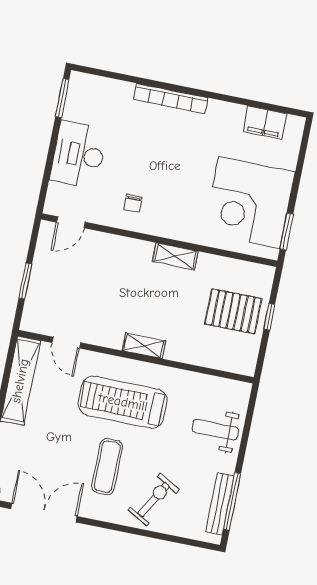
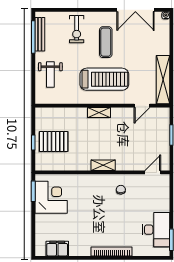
desk: (79, 155) -> (156, 230), moved
corner desk: (249, 202) -> (51, 197), width x0.74, depth x0.74
shelving: (175, 256) -> (103, 165), moved
door: (66, 343) -> (142, 106), swing flipped
weight bench: (215, 430) -> (50, 74), turned 90
exercise bike: (154, 500) -> (77, 29), turned -30

